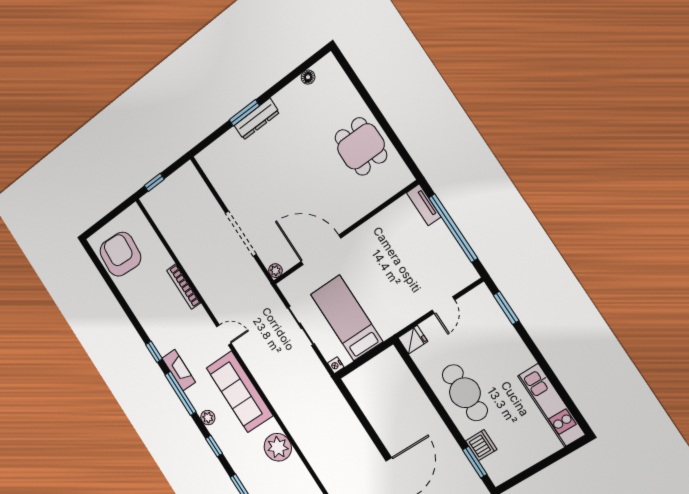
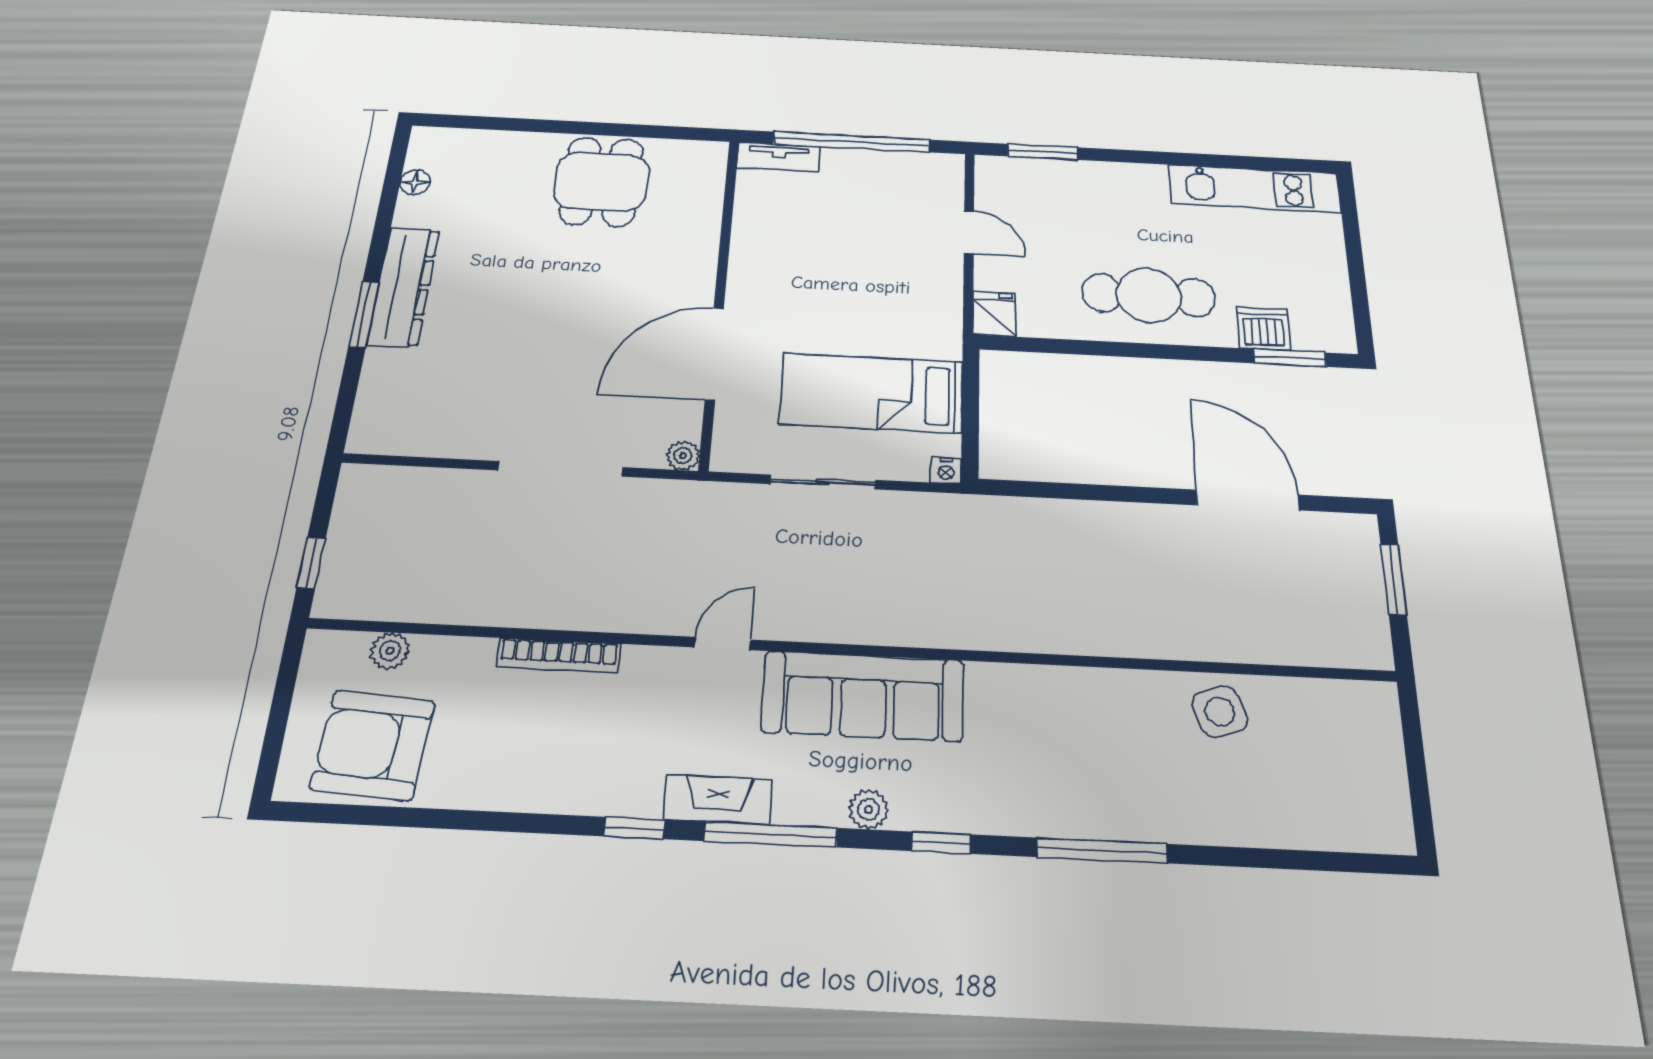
dresser: (257, 119) -> (403, 286), width x1.37, depth x1.24
dining table: (361, 146) -> (601, 182), turned 90
plant: (278, 447) -> (390, 651), moved, width x0.53, depth x0.53

